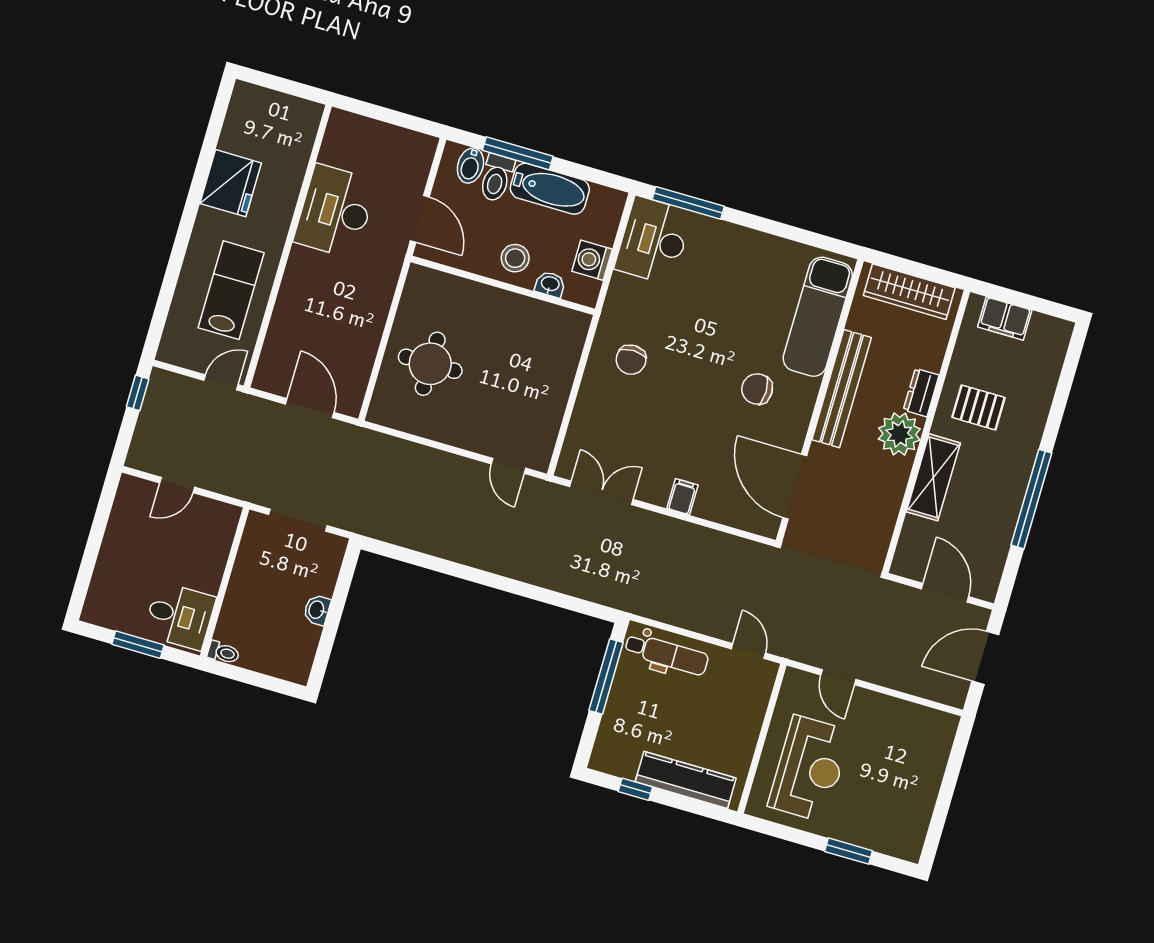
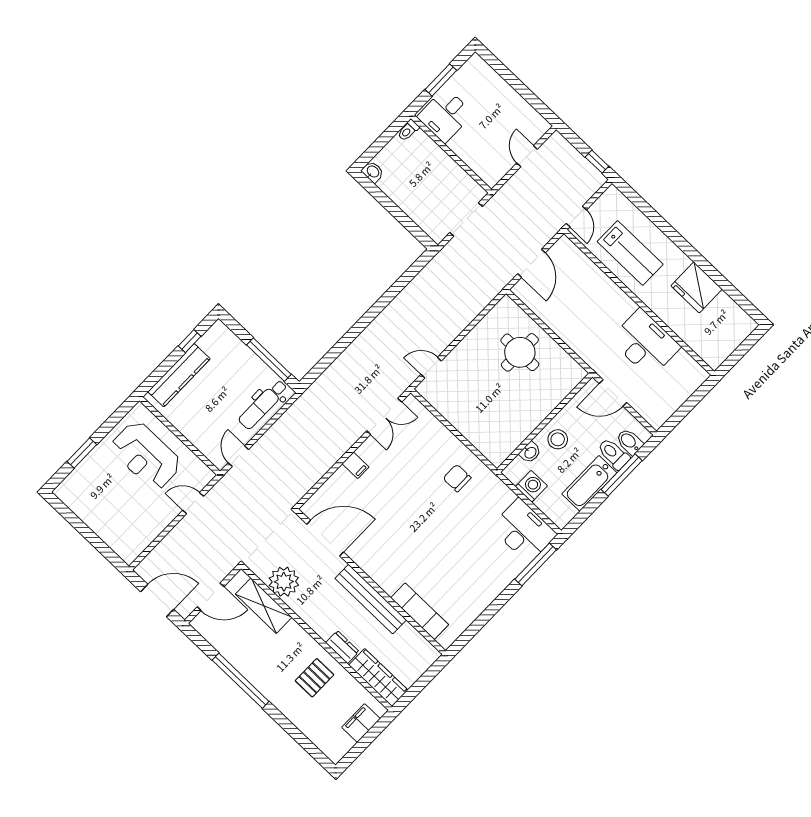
wardrobe: (909, 292) -> (378, 678), moved, turned 90
exam couch: (818, 317) -> (420, 611), width x0.73, depth x0.69
chair: (757, 389) -> (398, 547), removed
door: (310, 408) -> (532, 263), hinge flipped
plant: (899, 434) -> (284, 582), moved
shelving: (933, 477) -> (264, 606), moved
washbasin: (317, 610) -> (373, 172), moved
door: (748, 651) -> (238, 456), swing flipped
door: (985, 658) -> (157, 600), hinge flipped

